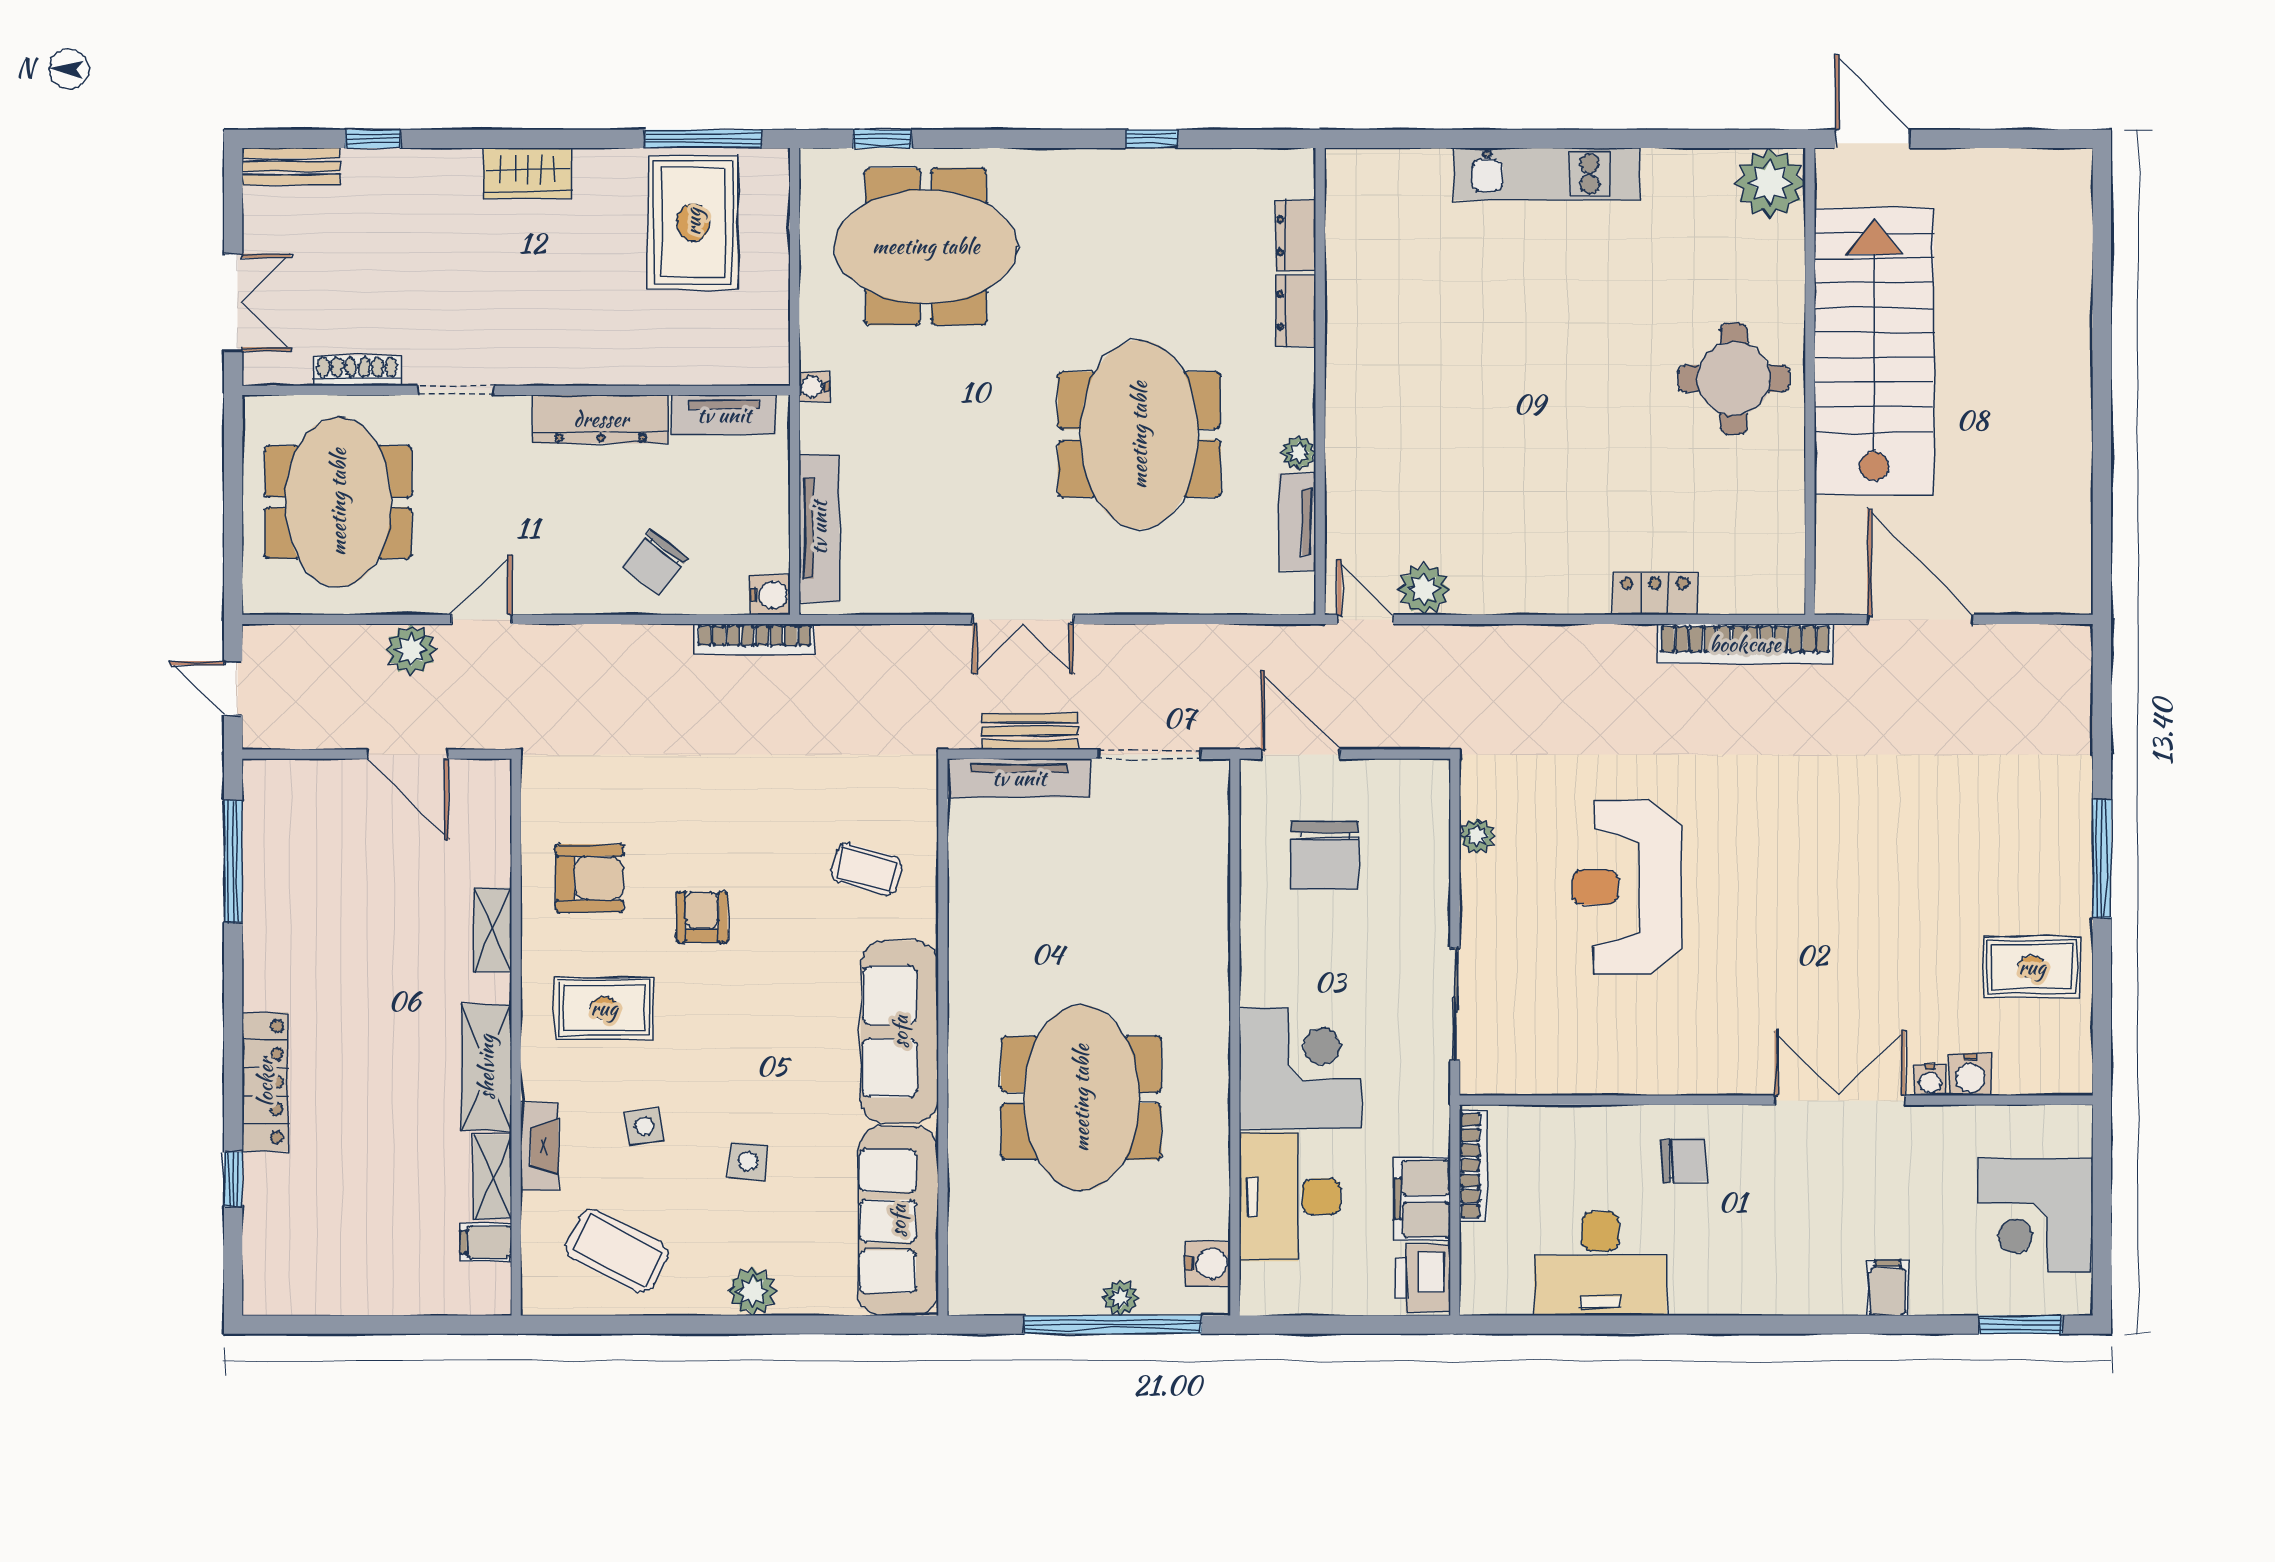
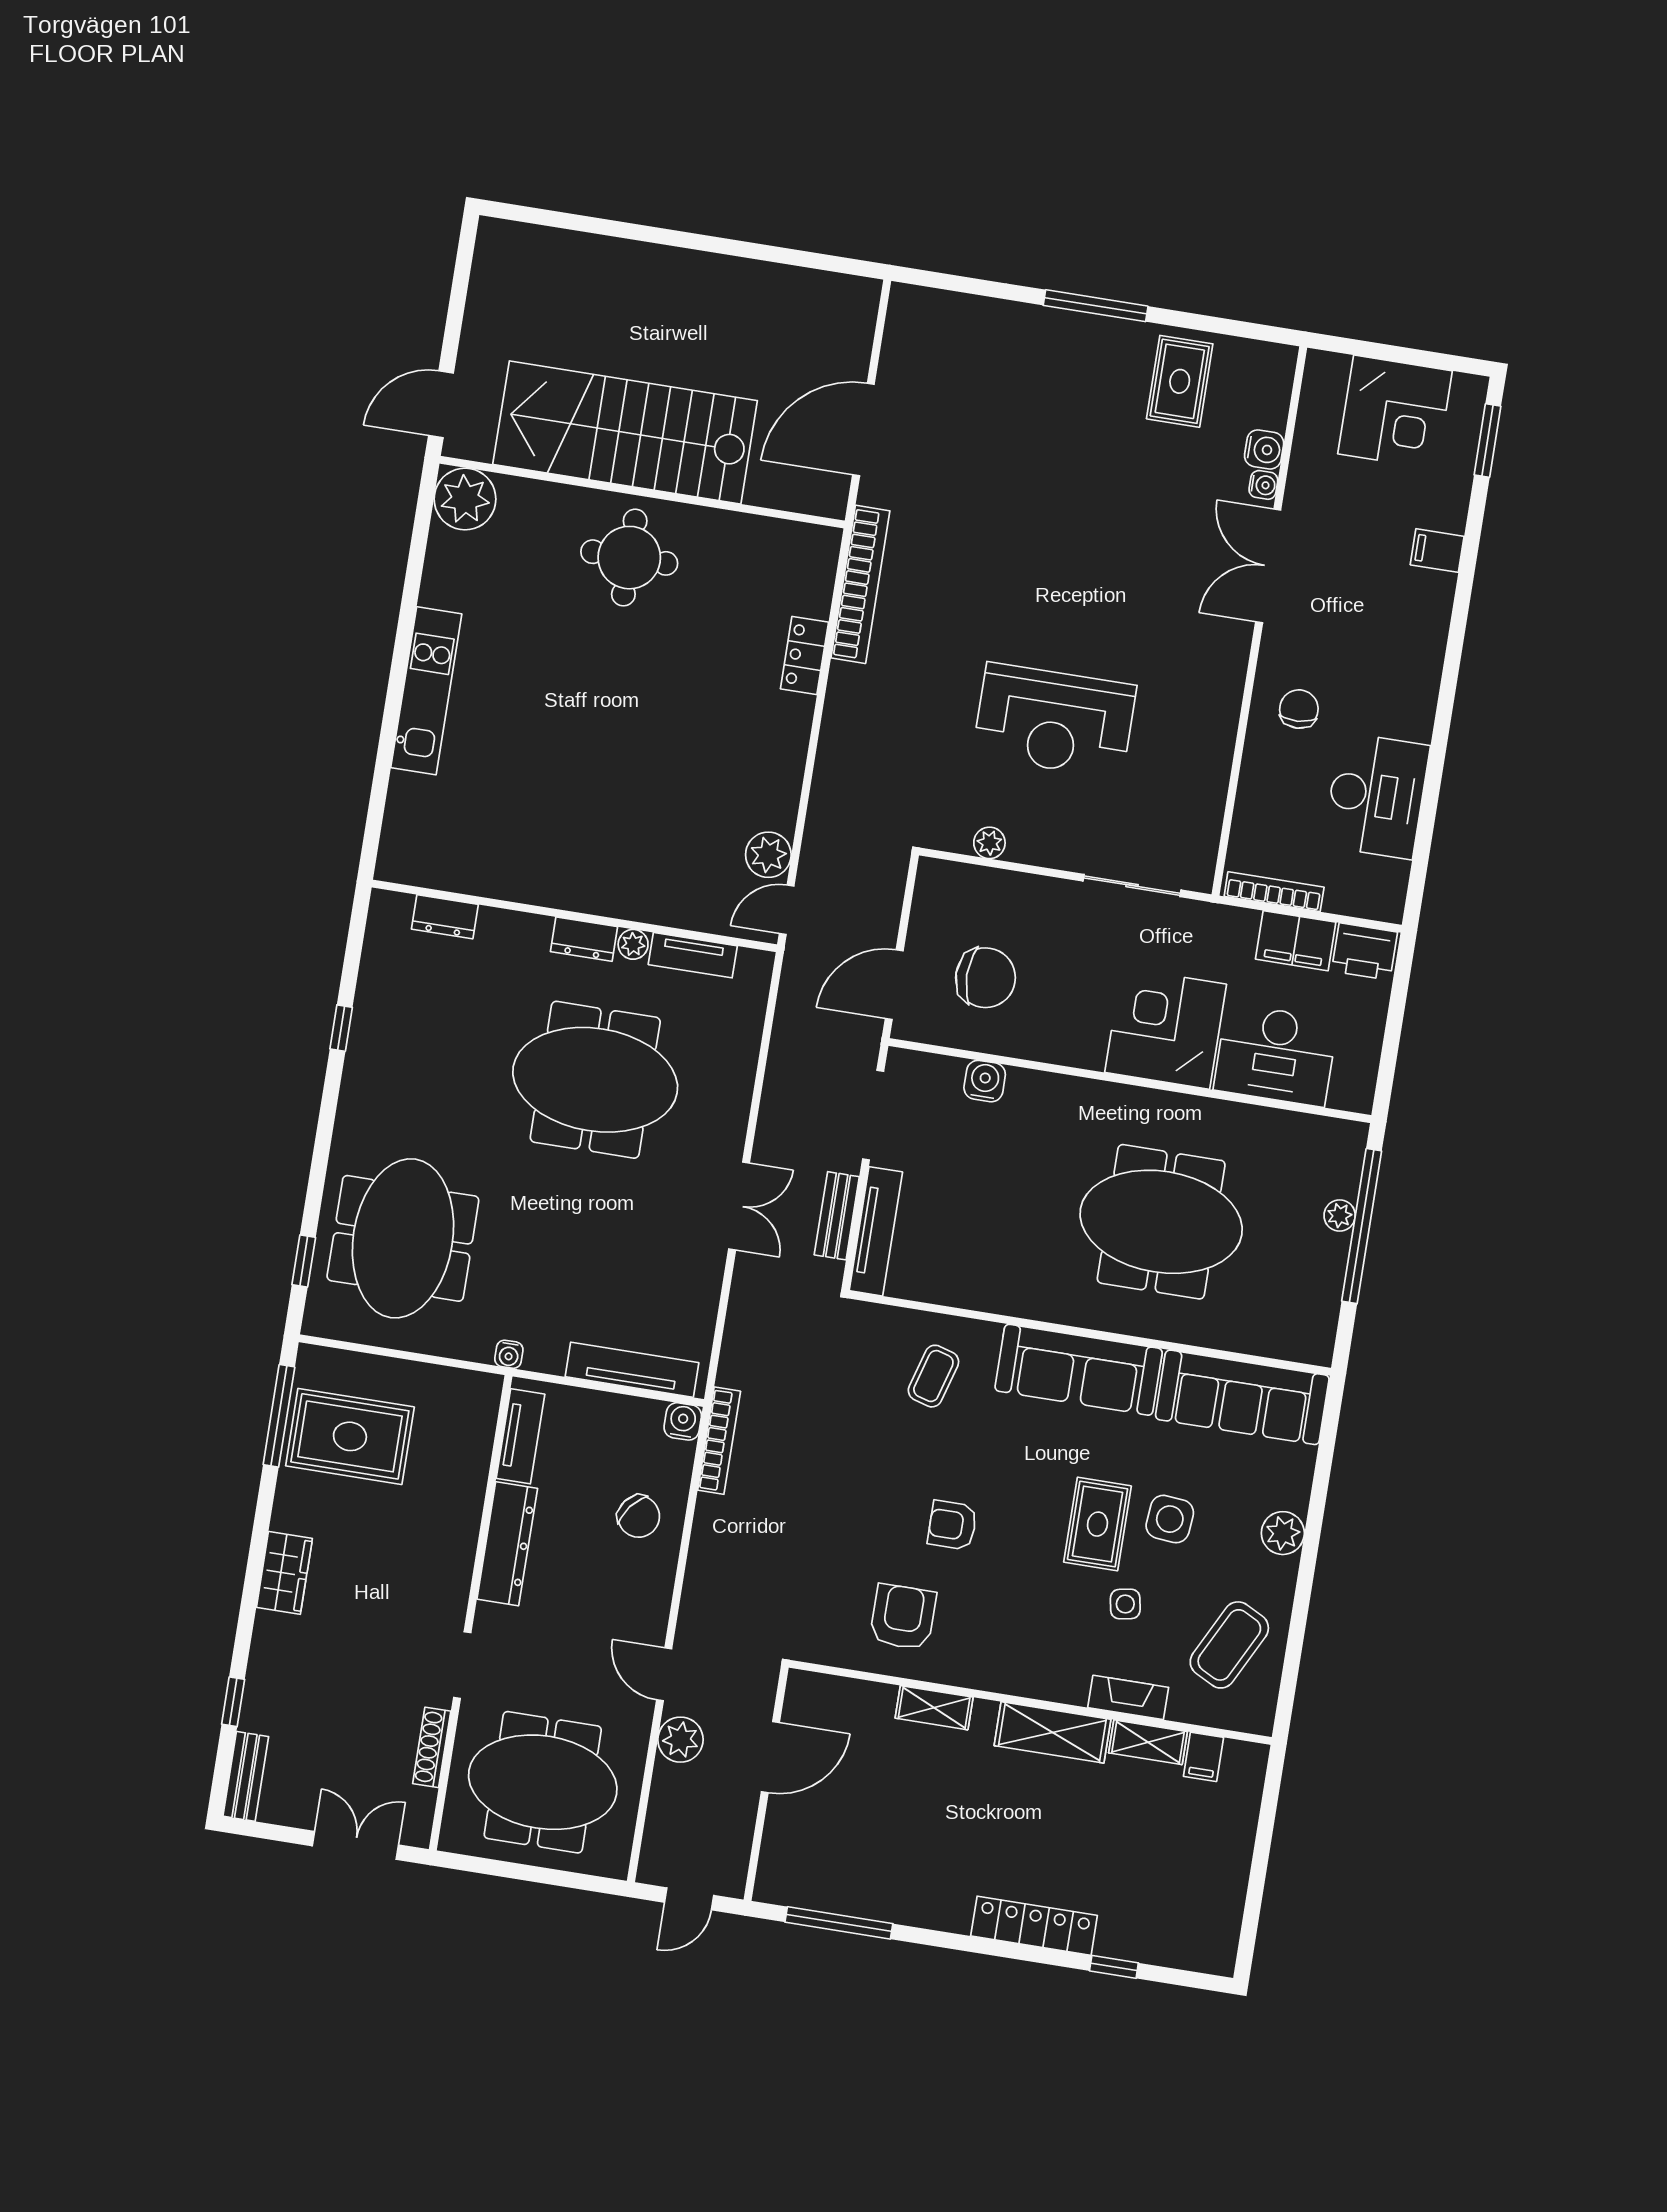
dresser: (1296, 310) -> (584, 939), moved
rug: (604, 1008) -> (1098, 1524), moved
side table: (748, 1161) -> (1170, 1519), width x1.37, depth x1.37
water cooler: (1208, 1264) -> (985, 1081), moved

